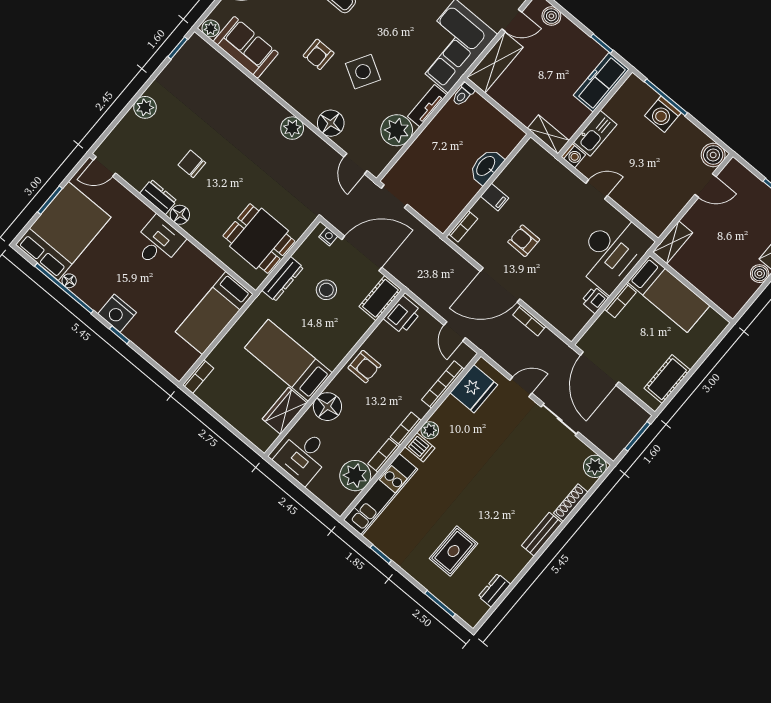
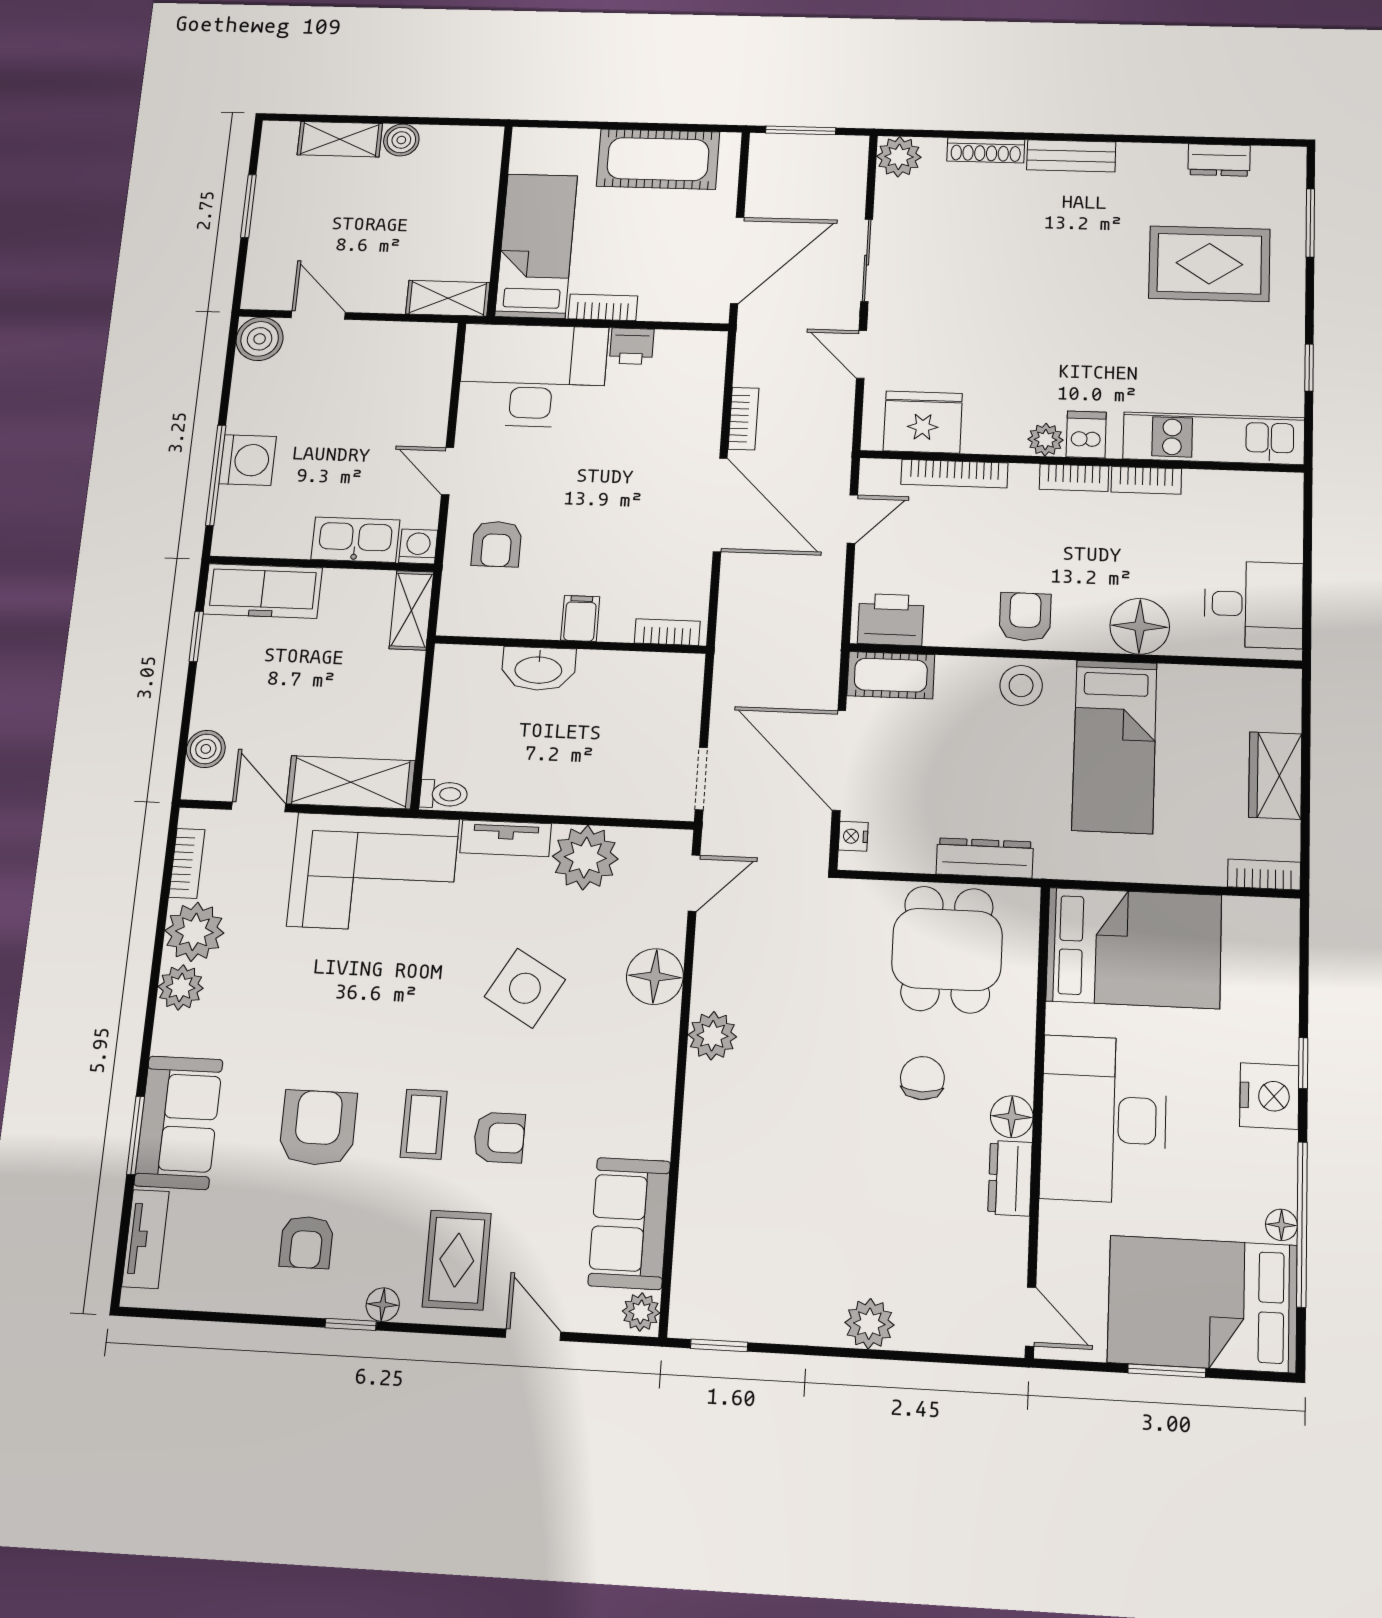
armchair: (319, 54) -> (499, 1138), moved
chair: (192, 164) -> (922, 1078), moved, turned 180
armchair: (524, 241) -> (496, 544), moved
desk: (158, 242) -> (1104, 1119), width x1.87, depth x1.30
stool: (326, 290) -> (1021, 685), moved
bed: (214, 313) -> (1134, 948), width x1.50
cot: (667, 379) -> (658, 159), width x1.37, depth x1.34
wardrobe: (285, 411) -> (1275, 776), moved, turned 90
plant: (355, 476) -> (1216, 500), removed
rug: (454, 551) -> (1209, 264), width x1.36, depth x1.43

